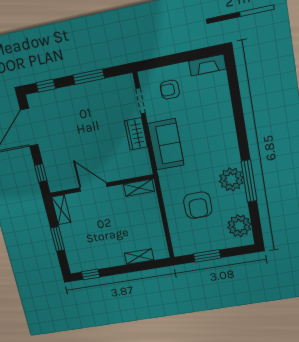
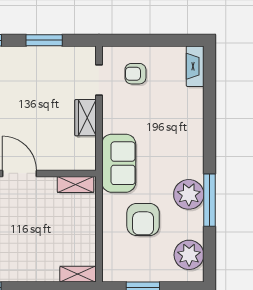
fireplace: (207, 65) -> (195, 66), moved, turned 90
sofa: (166, 144) -> (119, 163), moved
shelving: (139, 257) -> (78, 274), moved

